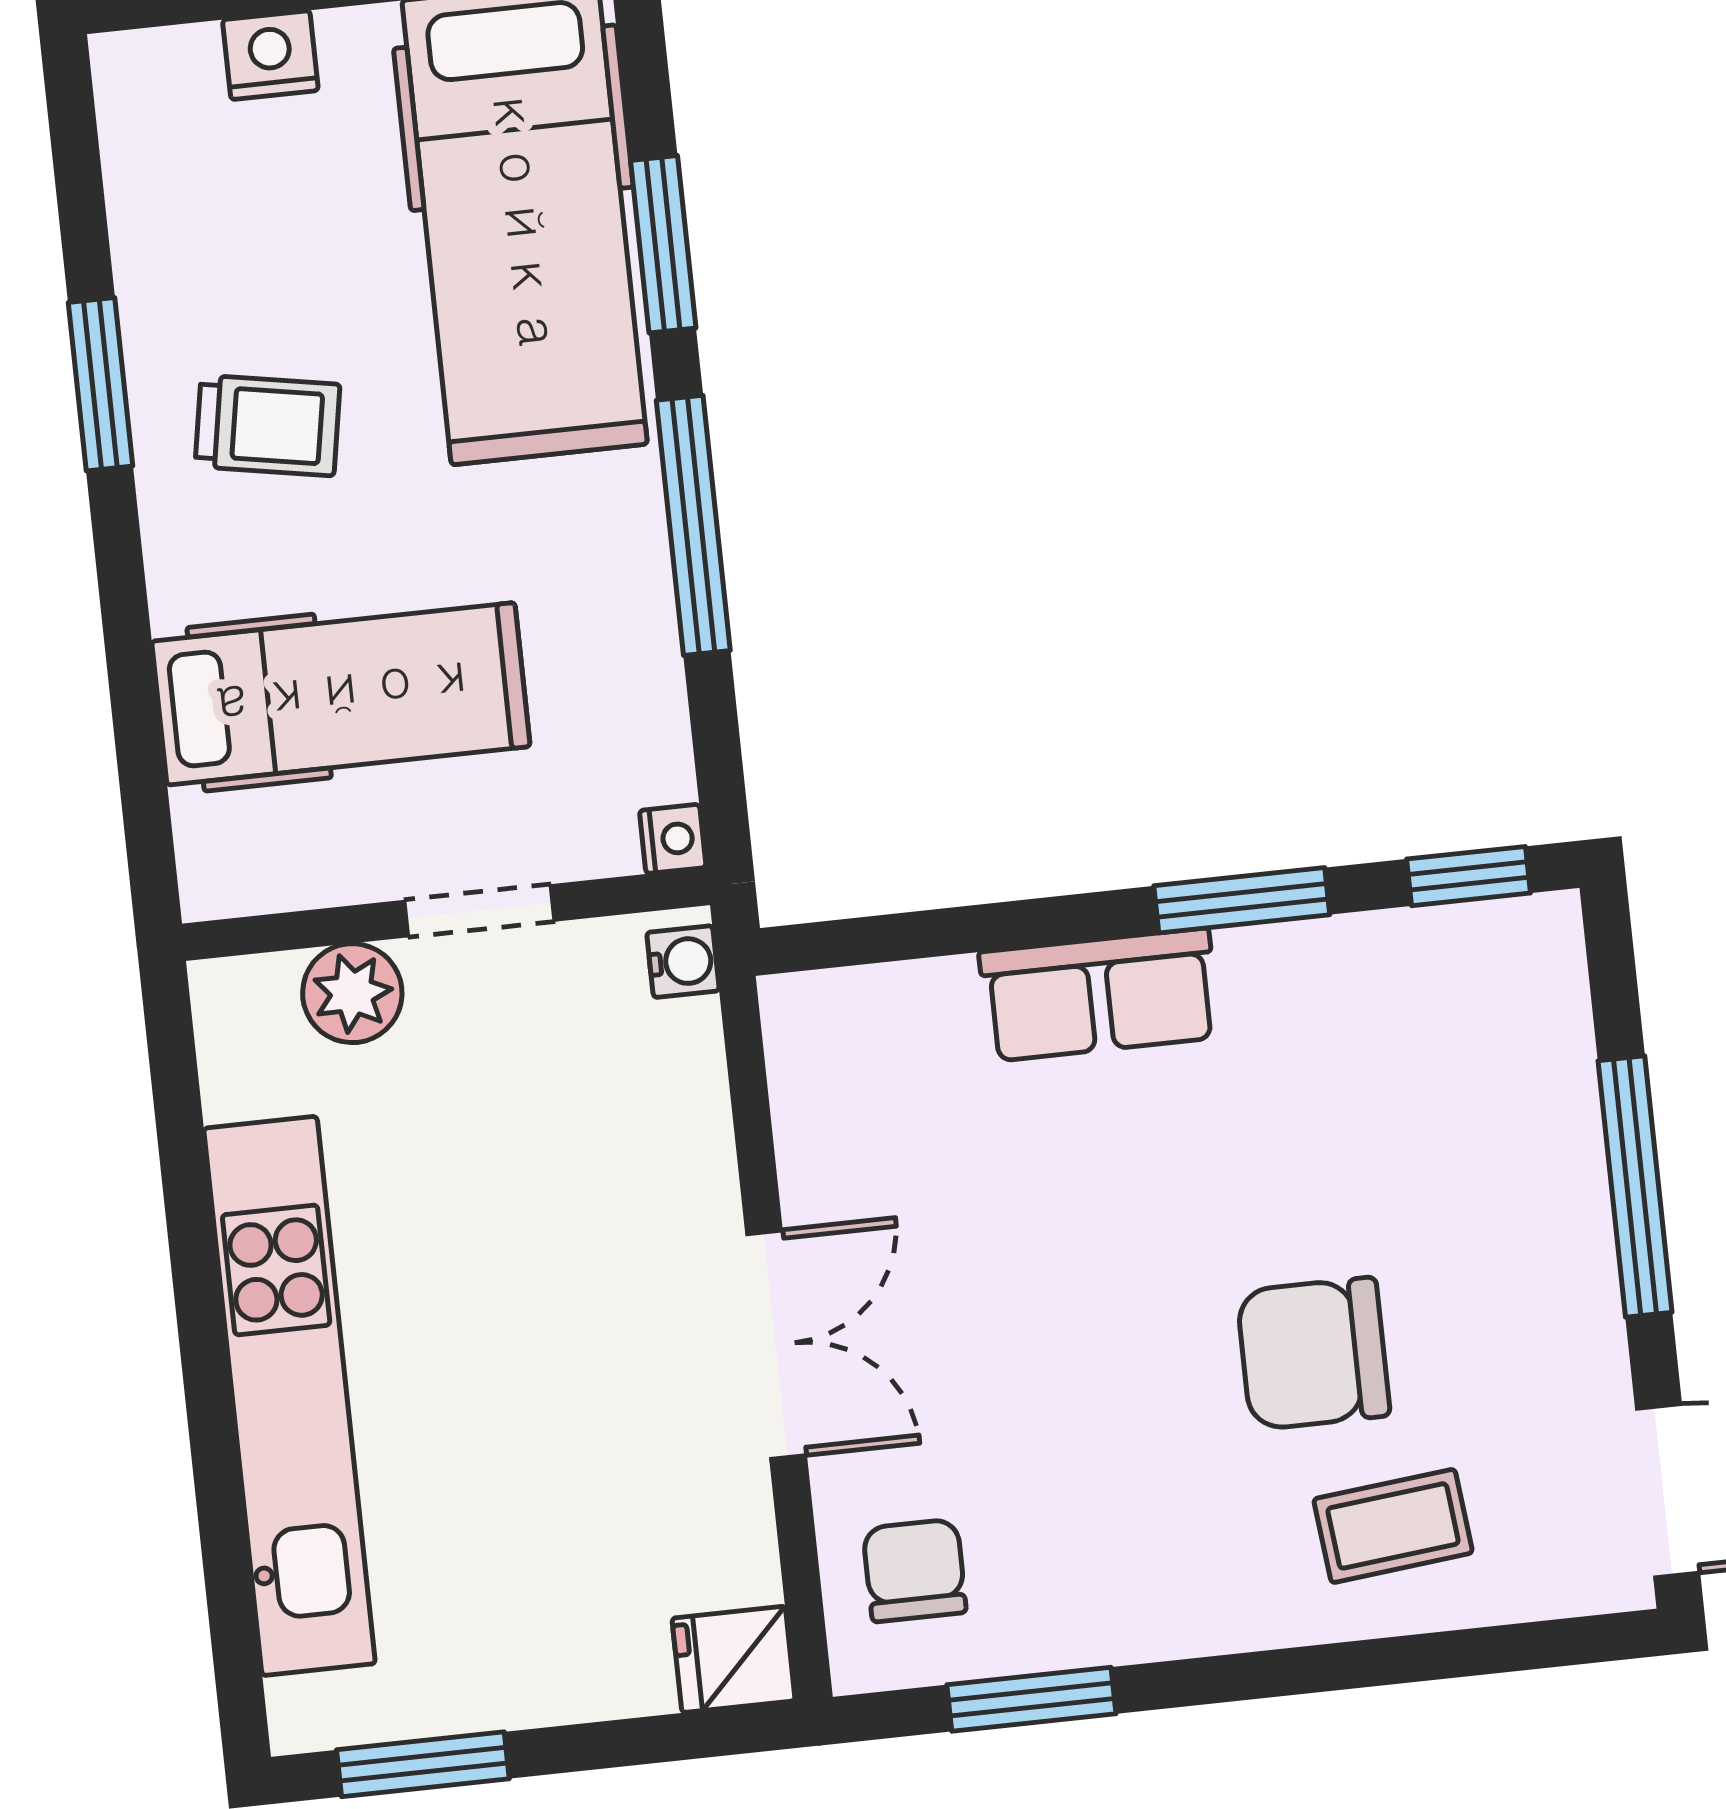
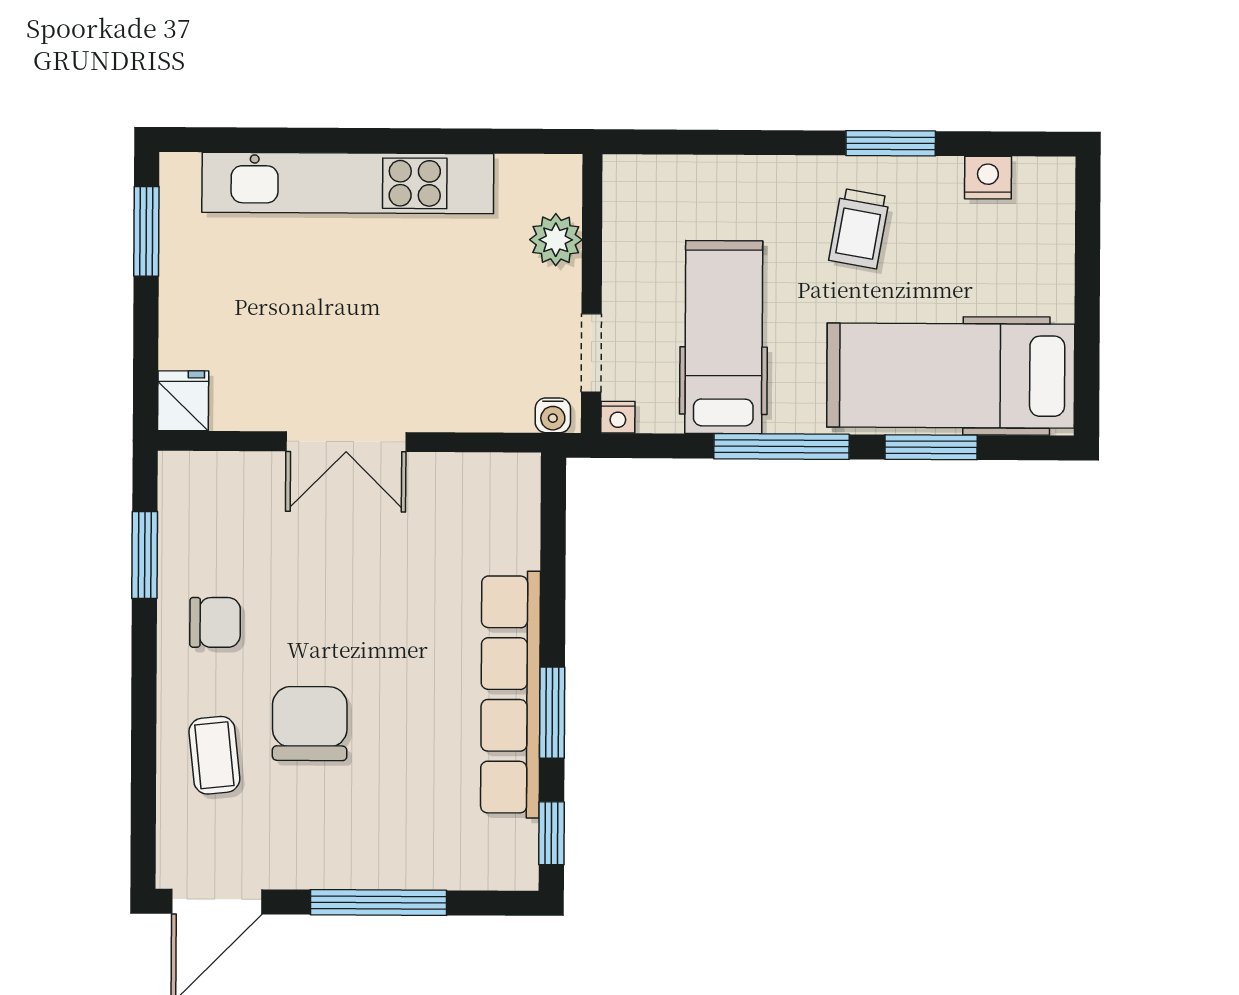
nightstand: (270, 55) -> (988, 178), moved, turned -90
hospital bed: (341, 694) -> (724, 337), moved, turned 180
doorway: (479, 911) -> (591, 353), moved
row of seats: (1099, 995) -> (511, 694), width x2.02
chair: (915, 1570) -> (215, 622), moved

